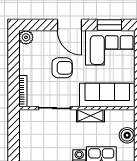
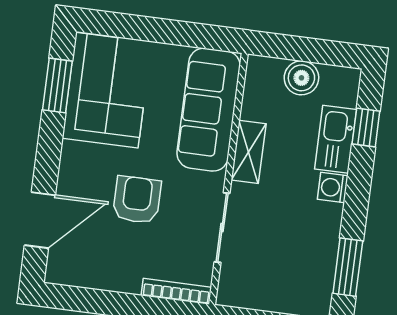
door: (70, 25) -> (40, 220), moved
plant: (26, 37) -> (61, 270), removed

